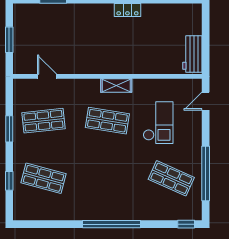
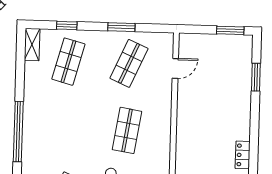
window: (9, 40) -> (230, 30), moved
shelving: (116, 86) -> (32, 45), moved
shop shelf: (43, 121) -> (129, 63), turned 30

